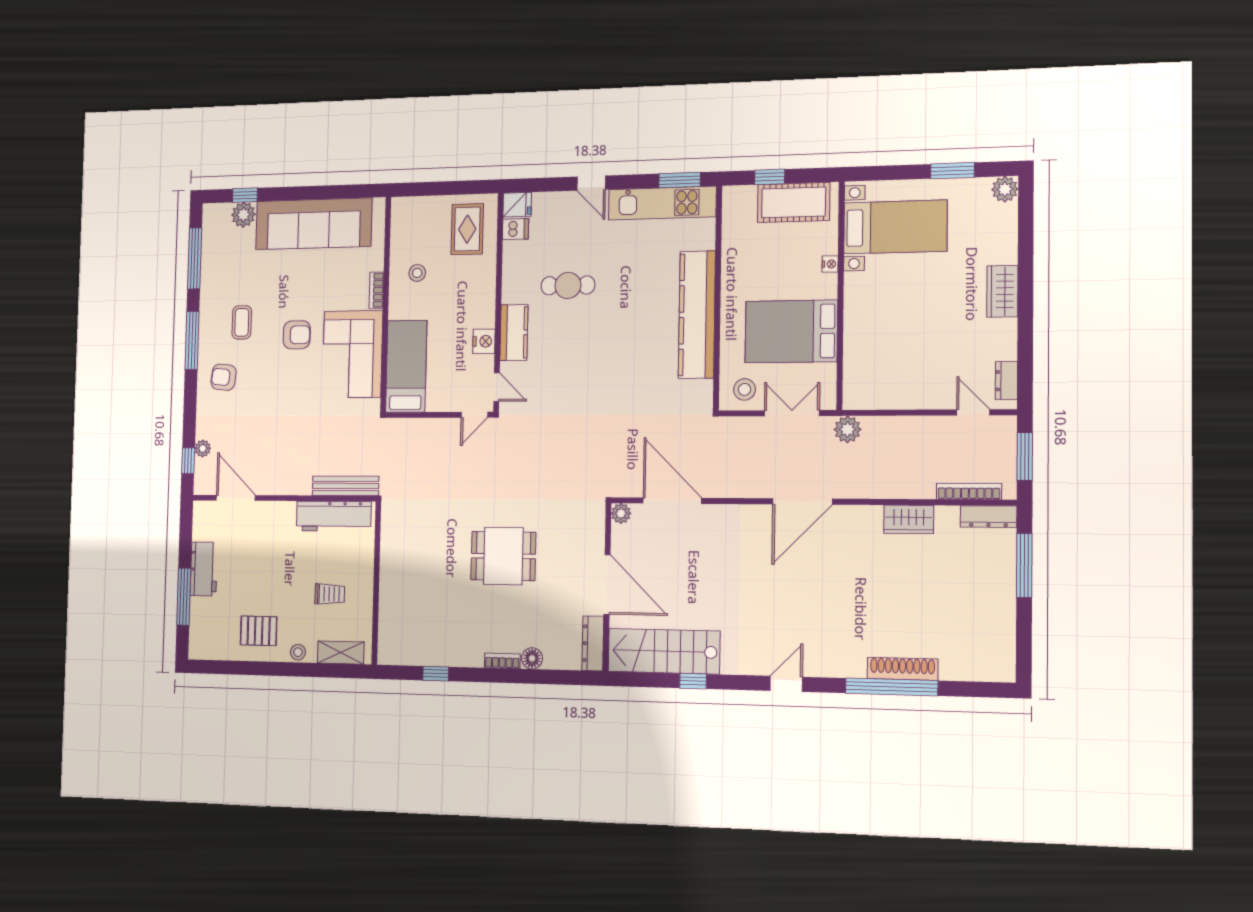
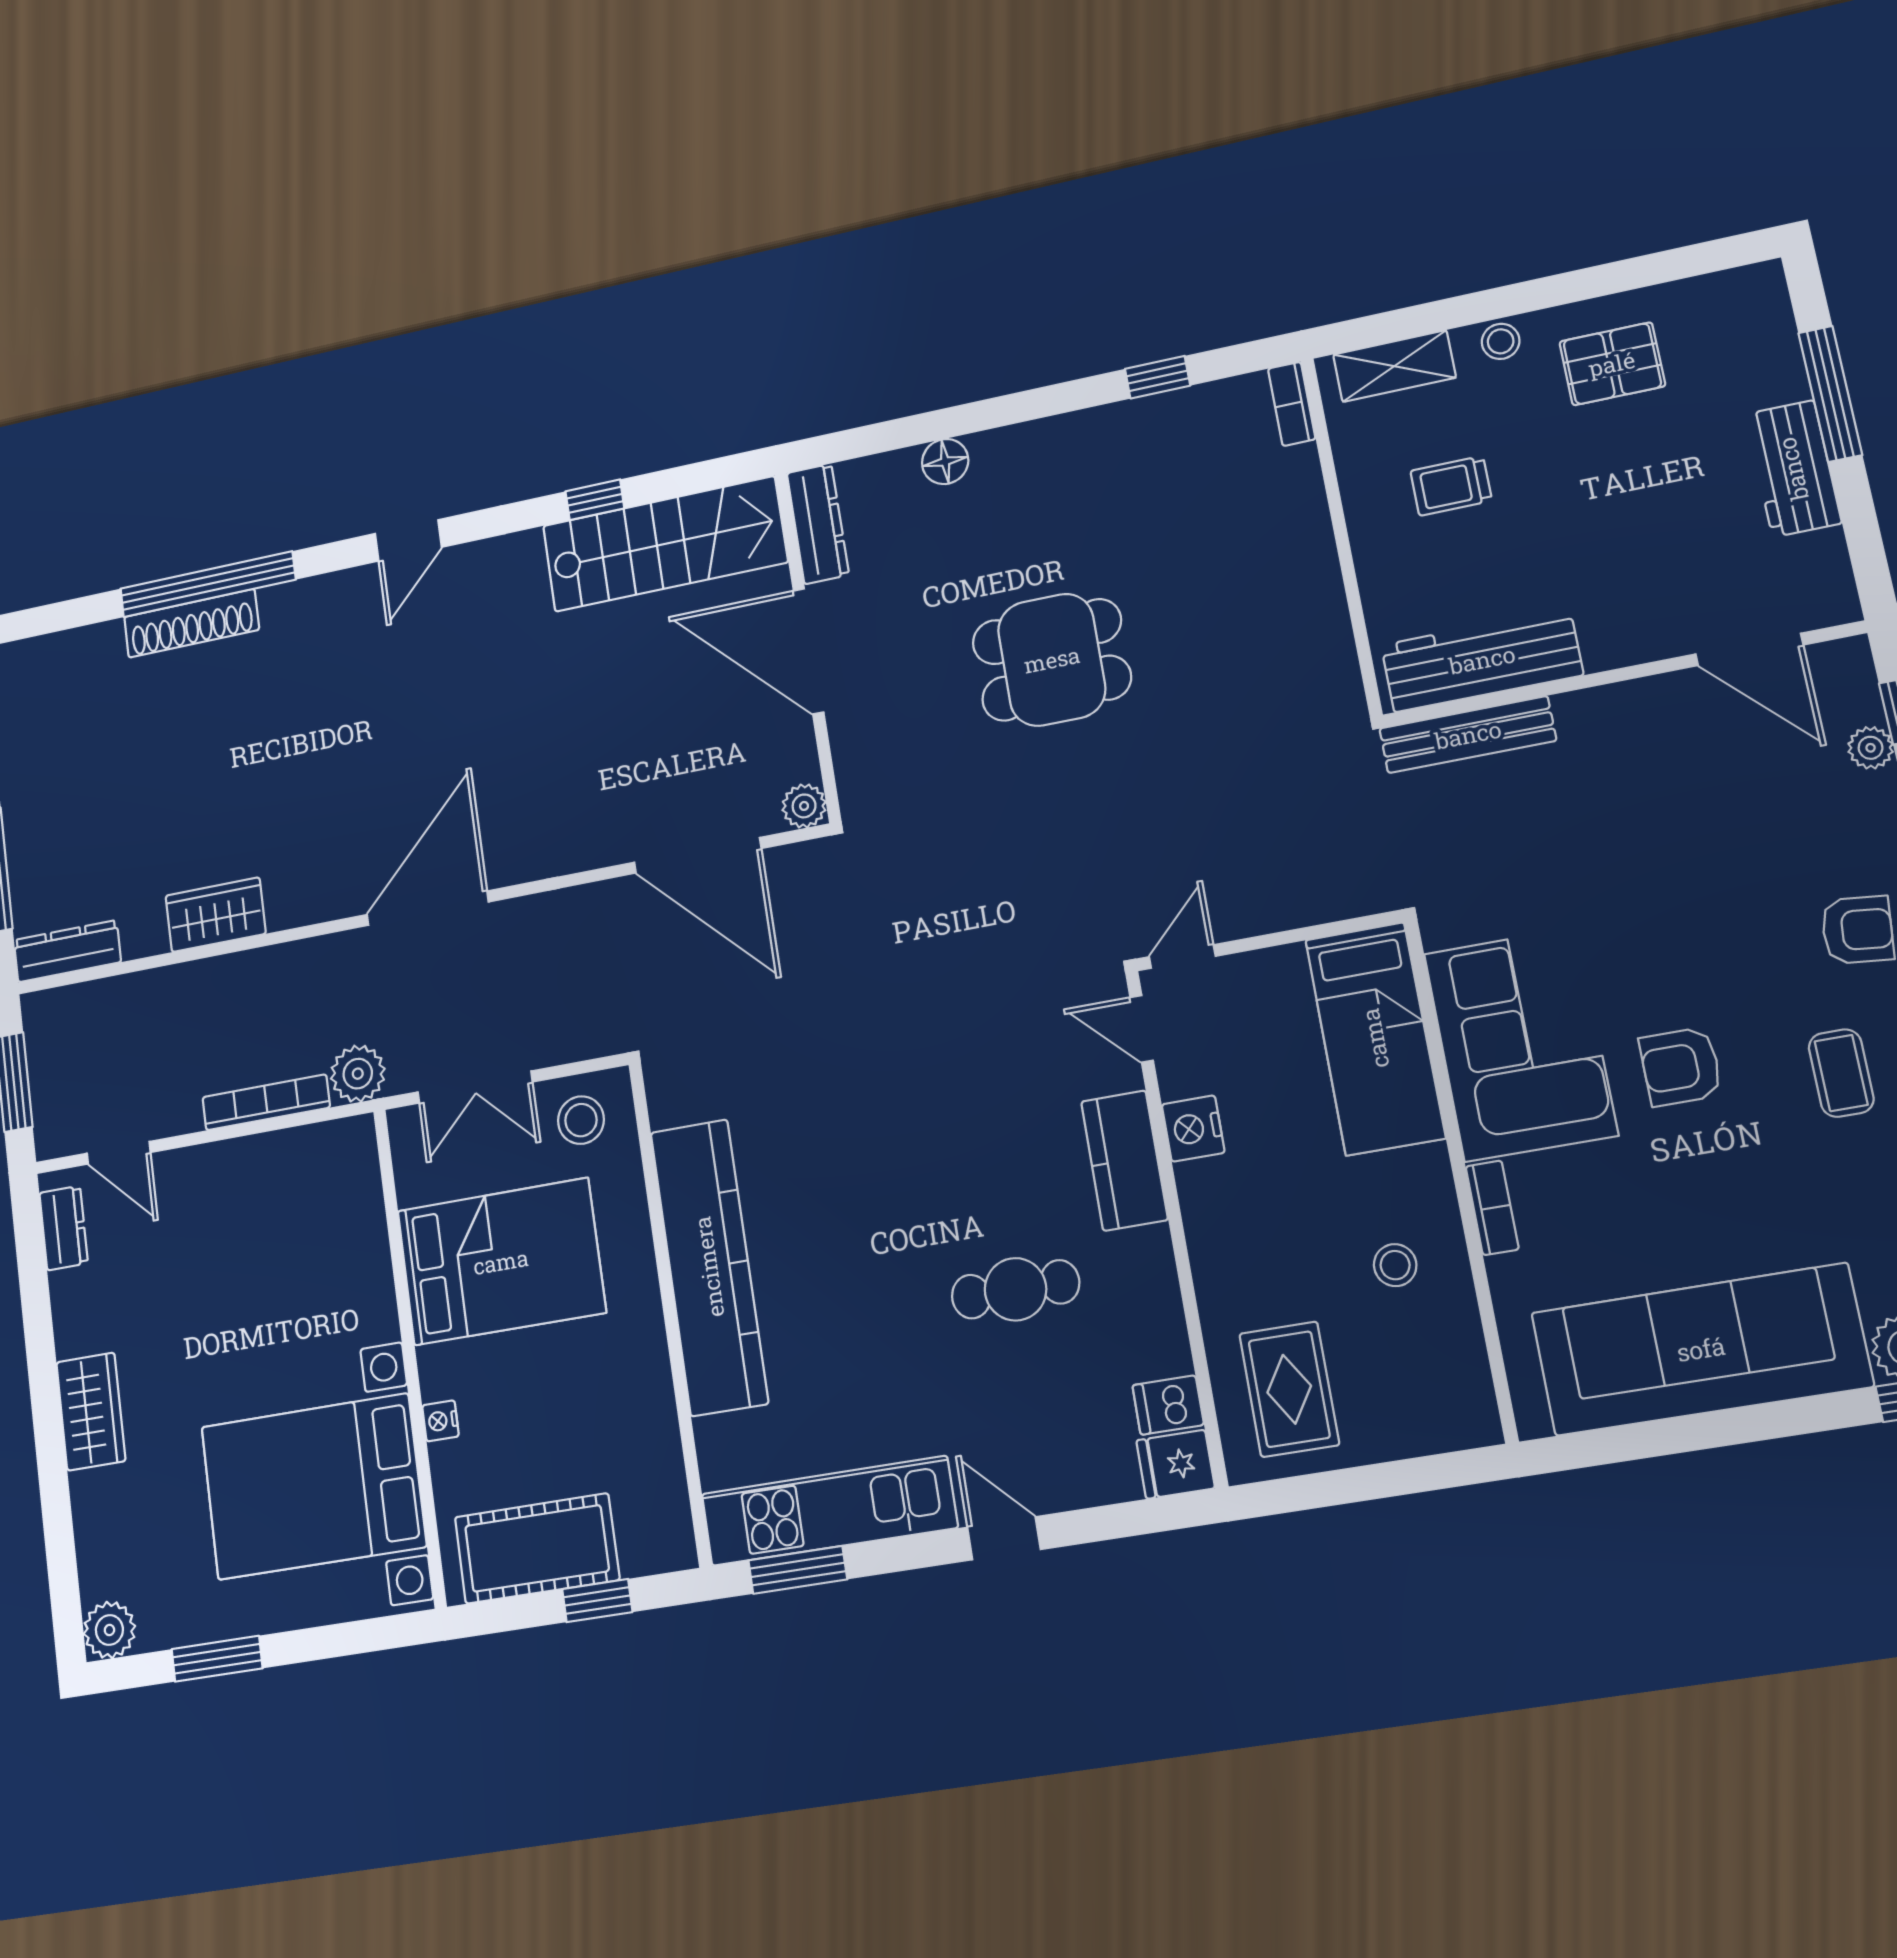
bed with nightstands: (895, 227) -> (313, 1487), width x1.36
bookcase: (969, 491) -> (266, 1102), moved, turned 180
bookcase: (502, 661) -> (1292, 404), moved, turned 90

